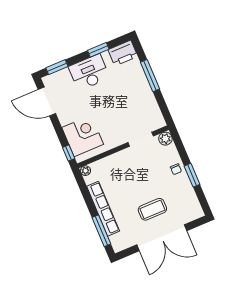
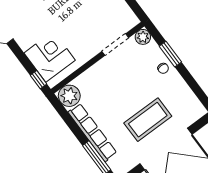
plant: (85, 171) -> (69, 96), width x1.88, depth x1.88
window: (192, 175) -> (170, 54), moved
coffee table: (152, 209) -> (148, 120), width x1.36, depth x1.32

